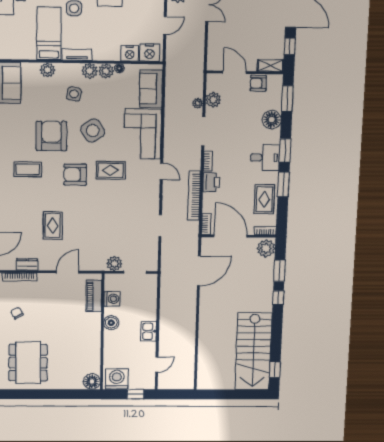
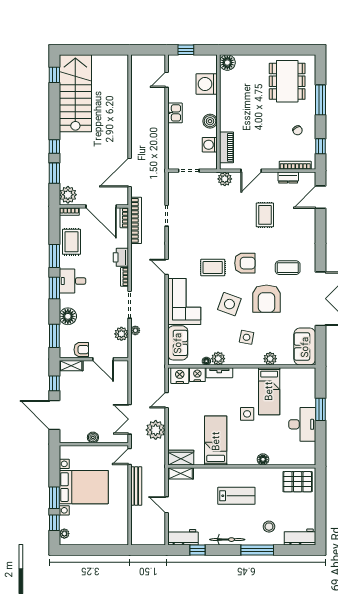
tv unit: (77, 55) -> (219, 373), moved
plant: (90, 71) -> (233, 358), removed
side table: (93, 131) -> (229, 304), turned -37
bookcase: (194, 195) -> (136, 220), moved
plant: (114, 264) -> (225, 179), moved
washing machine: (117, 379) -> (207, 84), moved, turned 90

